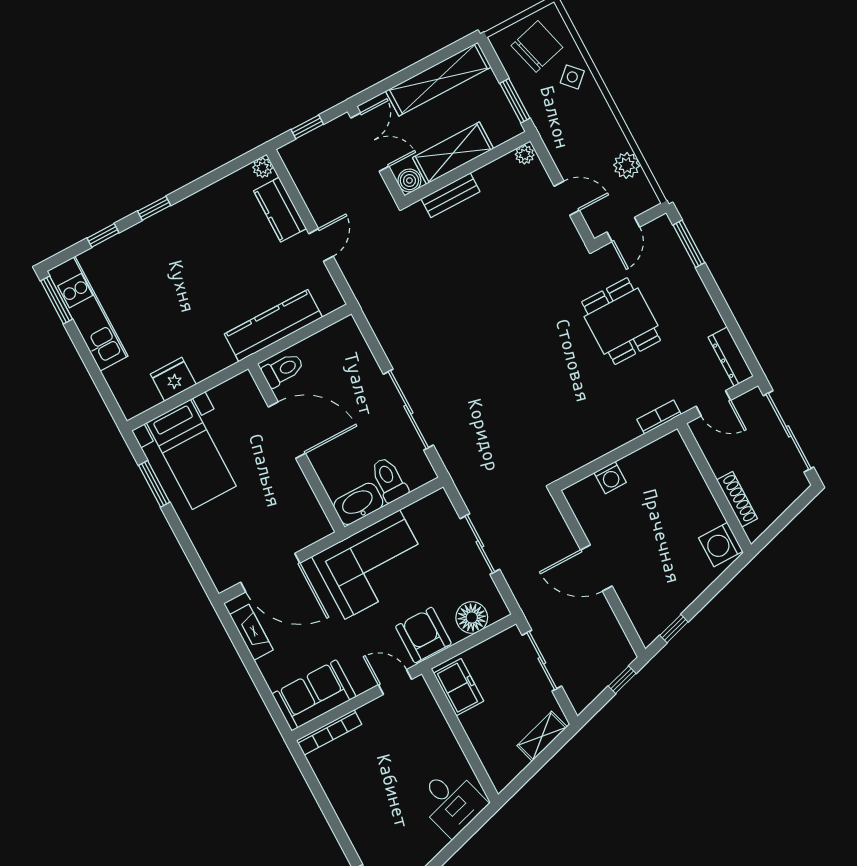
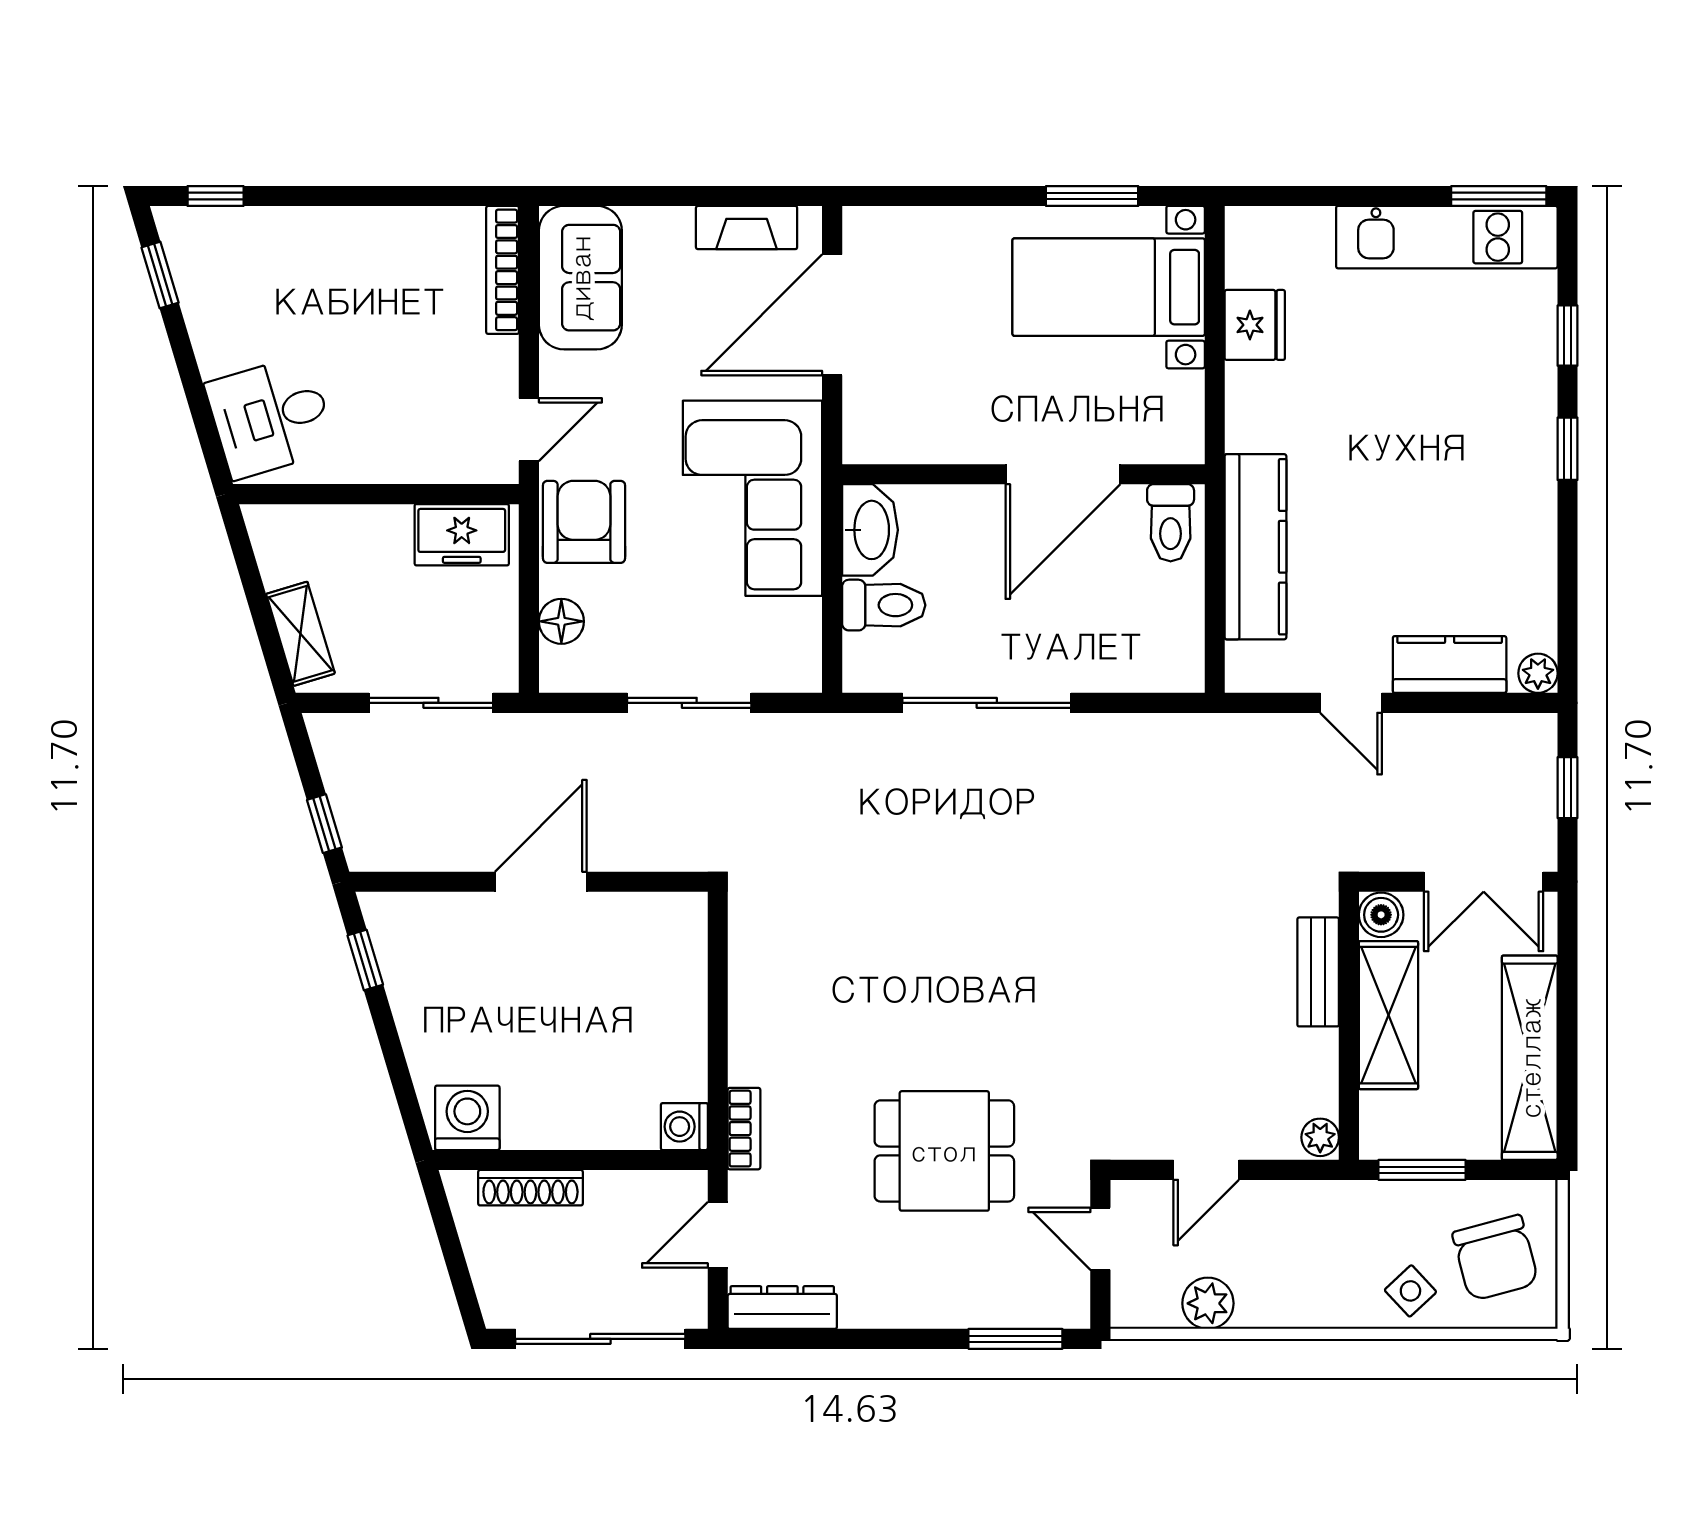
washing machine: (610, 478) -> (684, 1127), moved
floor lamp: (472, 618) -> (561, 621), width x0.73, depth x0.73
armchair: (423, 635) -> (584, 522), turned -90

